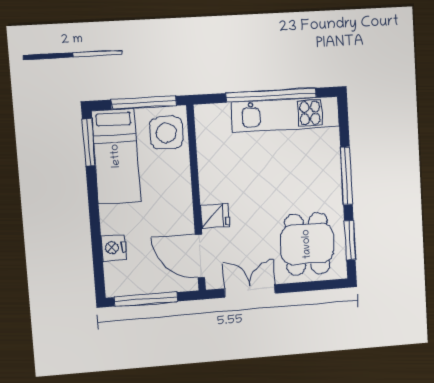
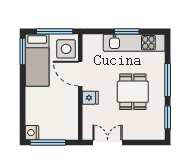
window: (271, 95) -> (127, 31), width x0.47
dining table: (307, 244) -> (133, 92), moved
nightstand: (114, 248) -> (32, 133), moved
door: (200, 256) -> (80, 74), moved

